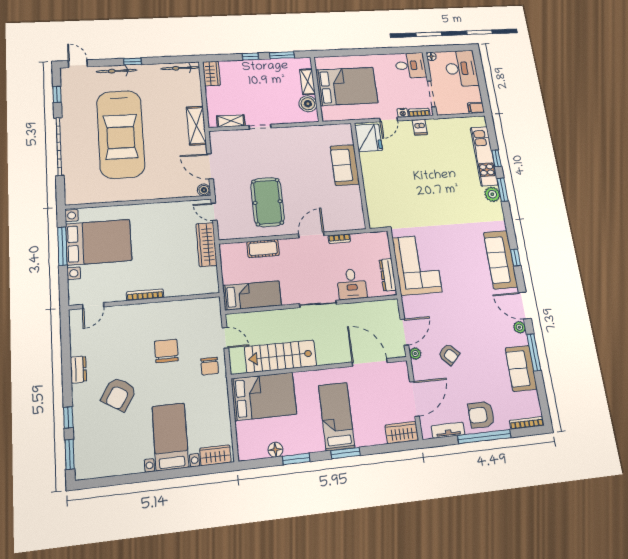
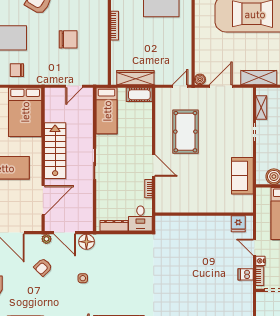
fridge: (368, 138) -> (238, 224), width x0.53, depth x0.75
sofa: (345, 165) -> (242, 176), moved, turned -90
pool table: (268, 202) -> (185, 132), turned 90
wardrobe: (206, 245) -> (135, 78), moved
cot: (263, 248) -> (139, 95), moved, turned 90
corner sofa: (417, 265) -> (120, 252), removed
desk: (352, 284) -> (140, 218), moved, turned -90
floor lamp: (411, 305) -> (86, 242), added
side table: (454, 306) -> (83, 278), added
stairs: (281, 356) -> (55, 151), moved
chair: (210, 366) -> (17, 70), moved

